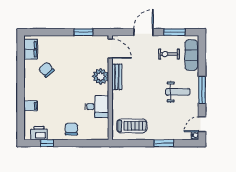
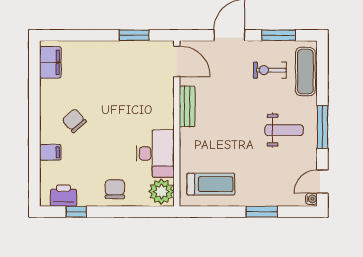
chair: (46, 70) -> (74, 121), moved
plant: (101, 76) -> (161, 192), moved
desk: (97, 107) -> (155, 153), width x1.37

